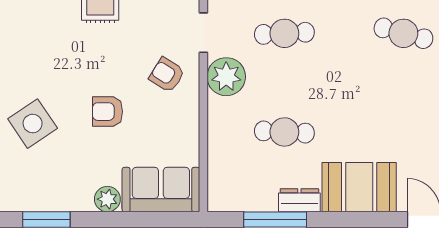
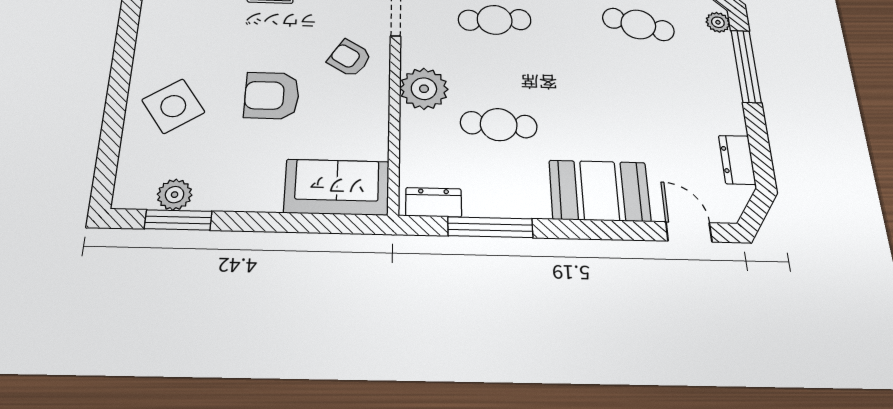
plant: (226, 77) -> (424, 89), moved
armchair: (107, 112) -> (272, 96), width x1.38, depth x1.38
plant: (107, 199) -> (175, 195), moved
dresser: (299, 200) -> (434, 202), moved

